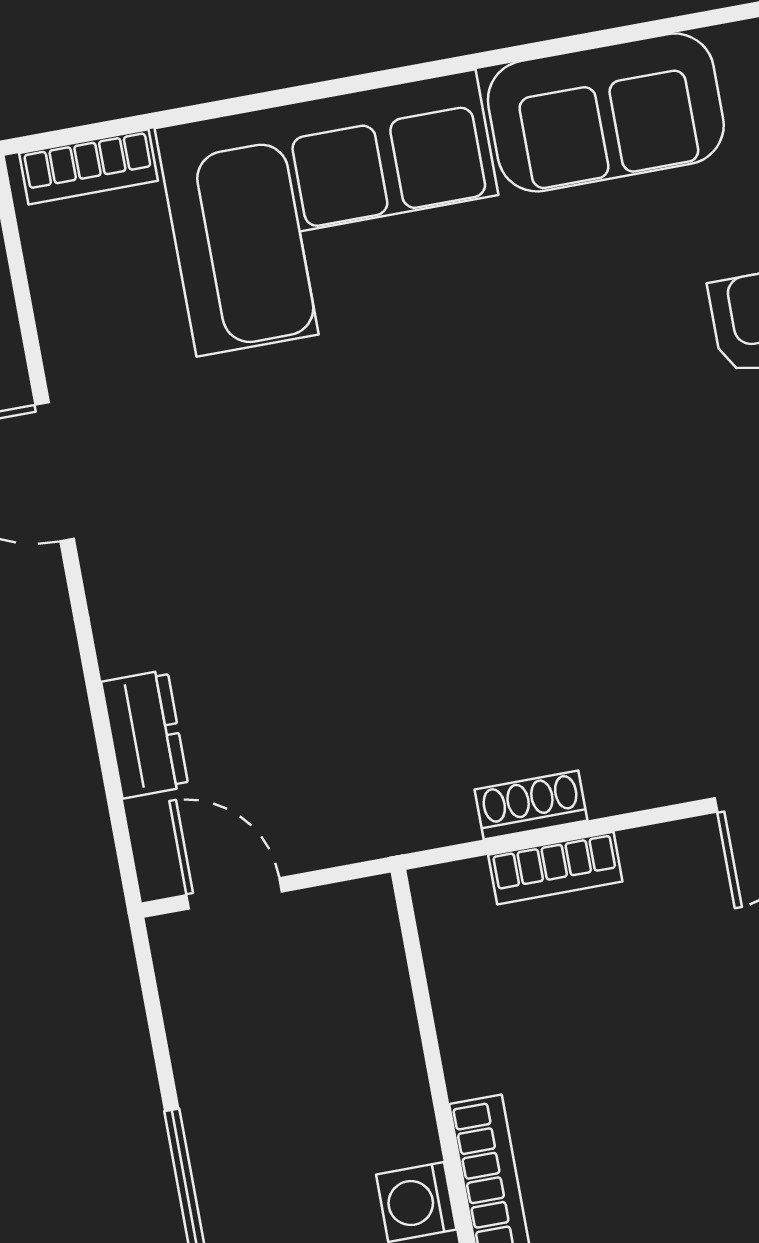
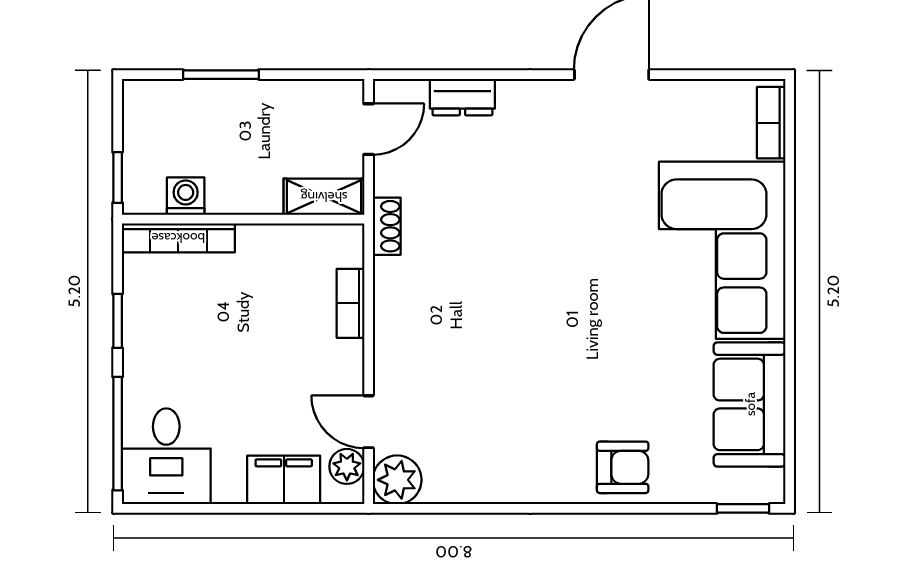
shoe rack: (531, 805) -> (387, 226), moved
shelving: (371, 952) -> (324, 197), added

